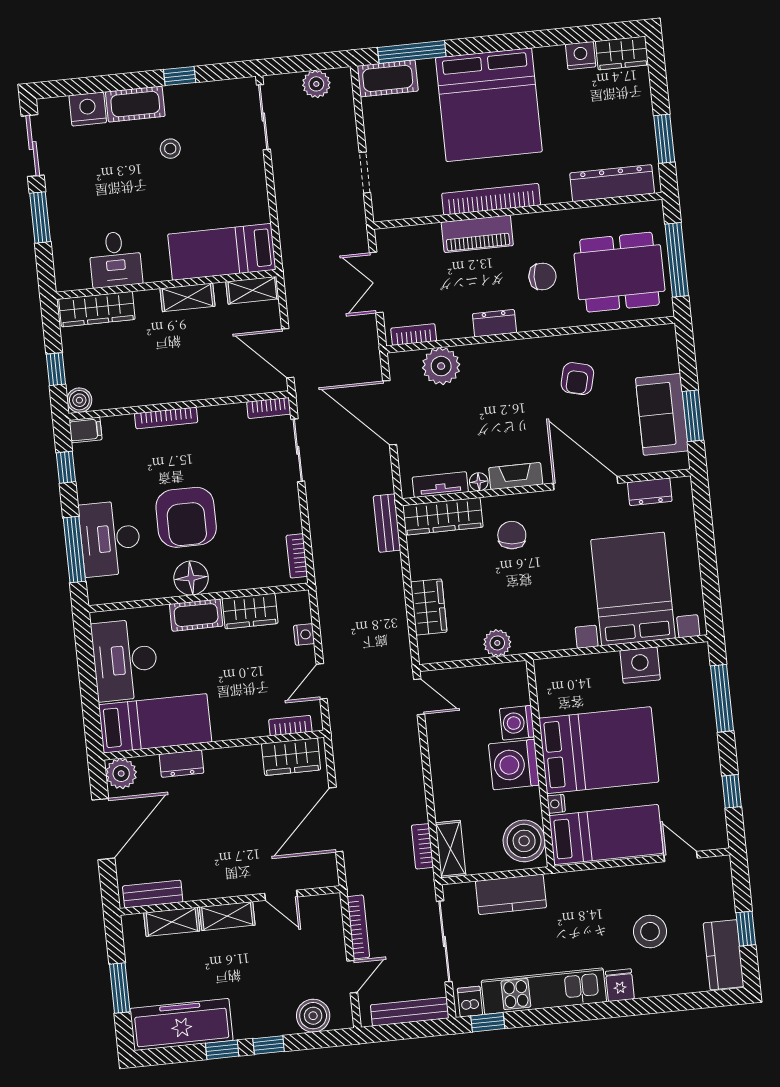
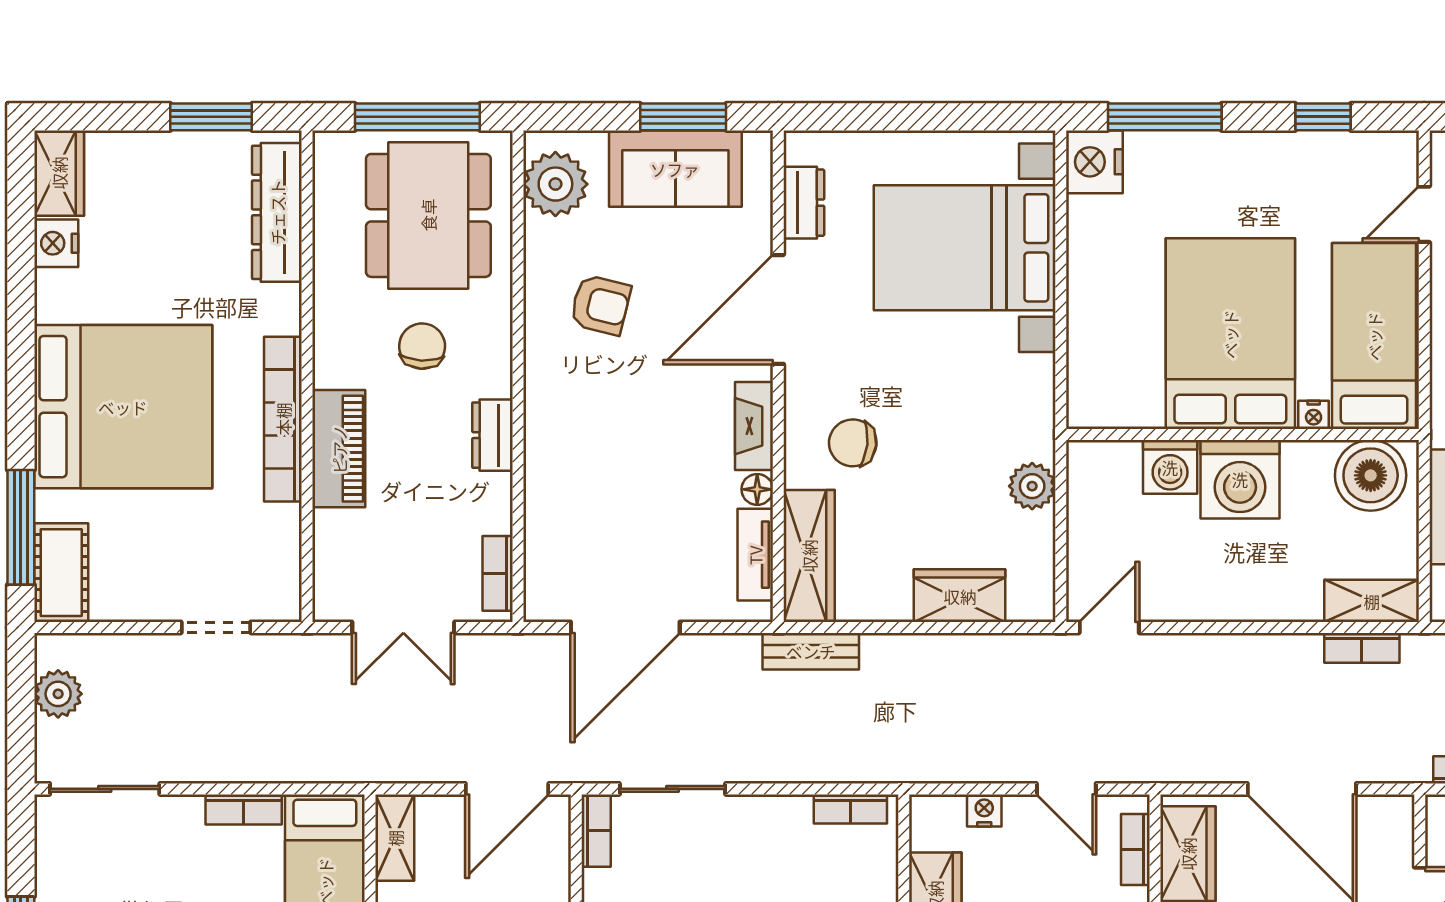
bookcase: (260, 200) -> (244, 809), added
plant: (441, 366) -> (555, 184), moved
nightstand: (640, 665) -> (1094, 162), moved

